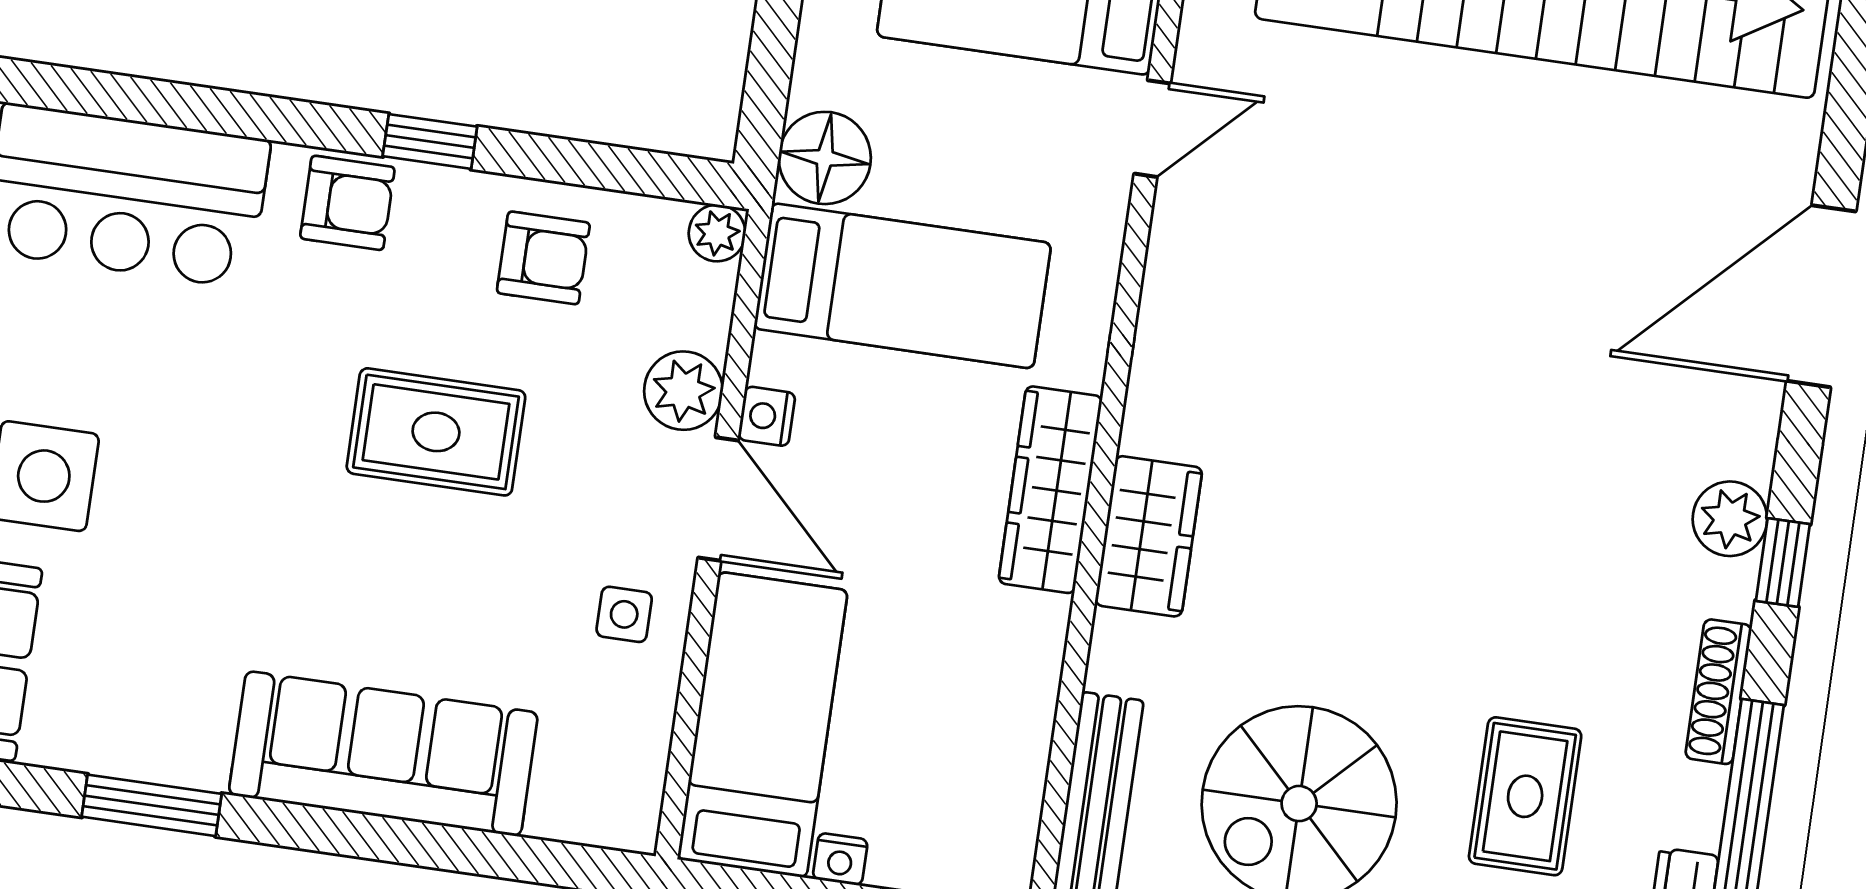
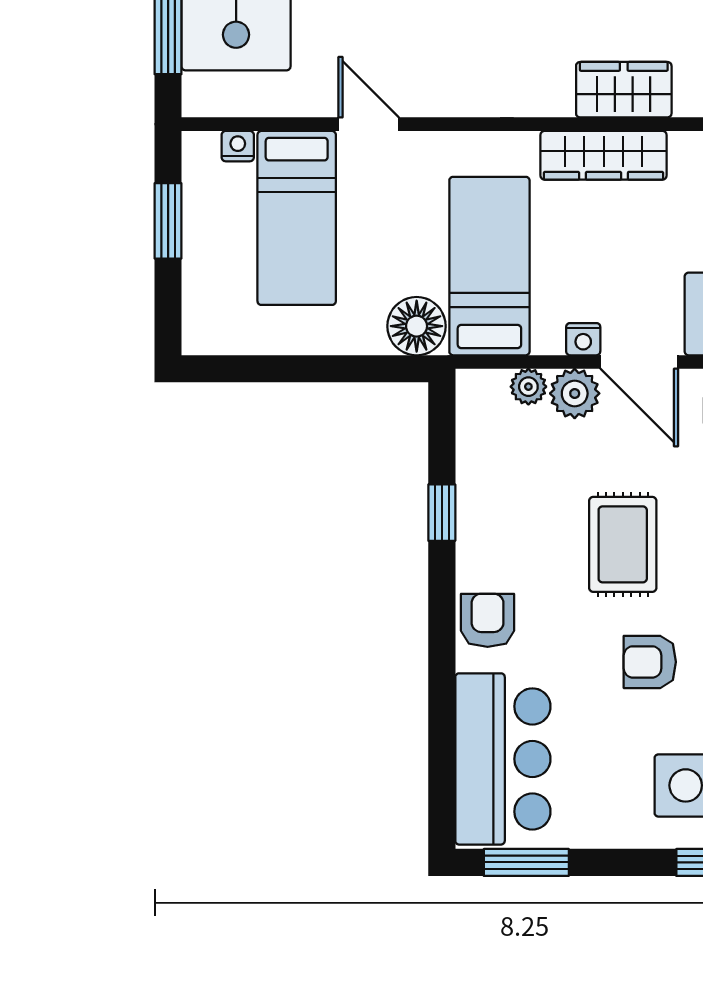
window: (430, 141) -> (442, 513), moved
plant: (717, 233) -> (528, 387), moved
armchair: (543, 258) -> (650, 662), moved, turned -90
door: (718, 499) -> (639, 362), swing flipped

